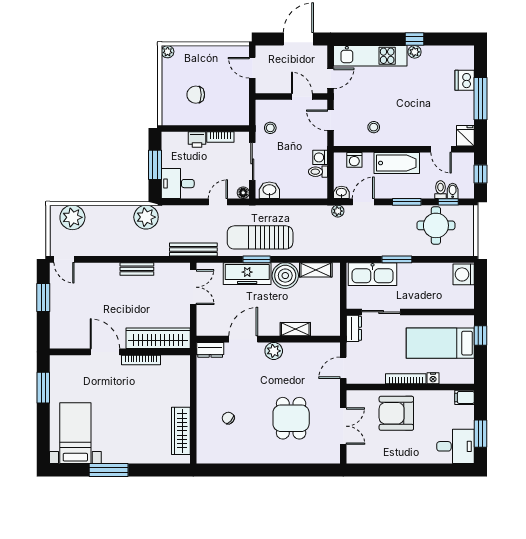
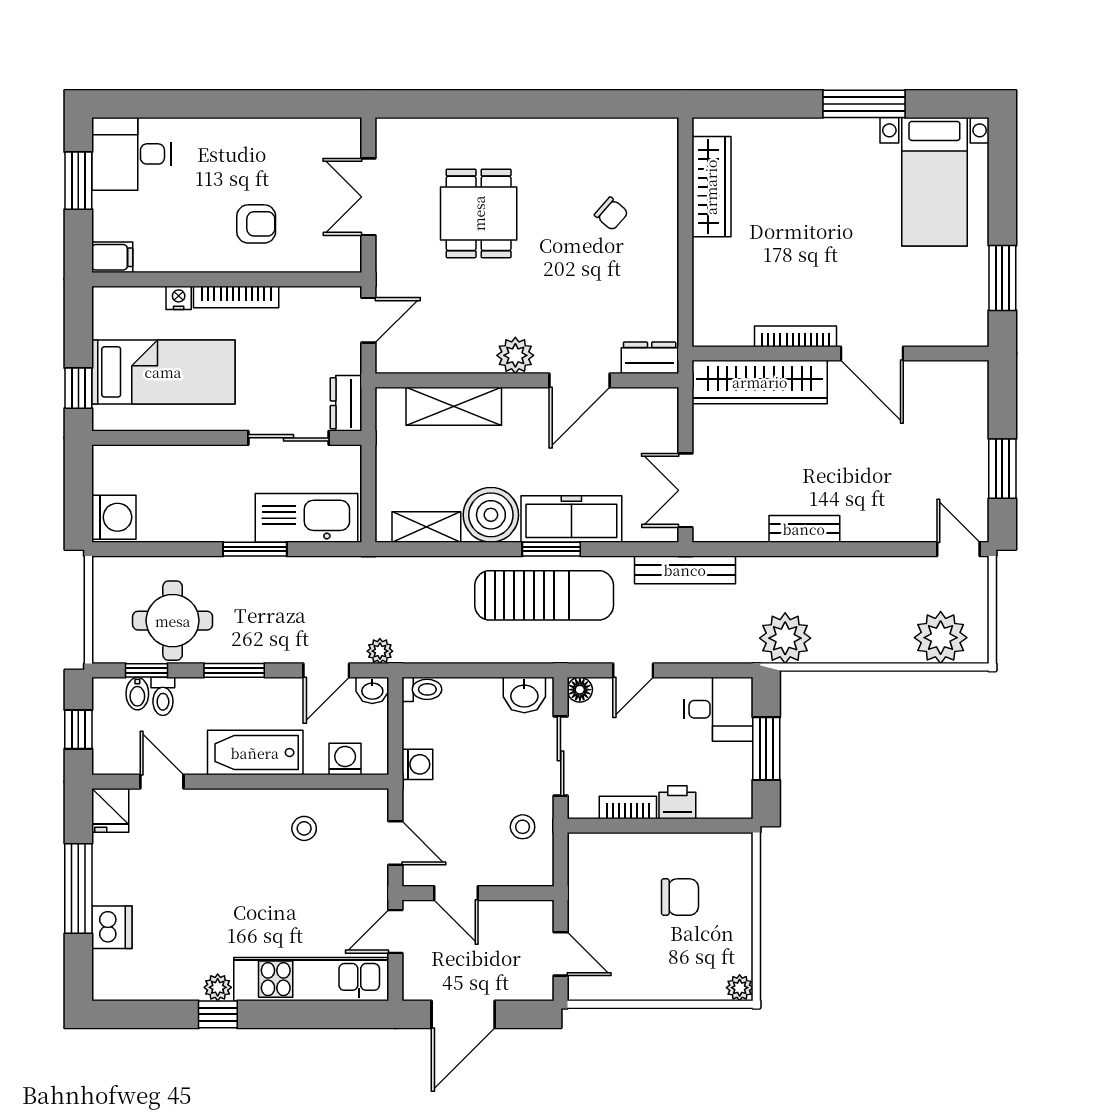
toilet: (318, 172) -> (422, 689), moved
shelving: (295, 329) -> (454, 406), width x1.50, depth x1.33
armchair: (396, 413) -> (256, 224), width x0.53, depth x0.53

